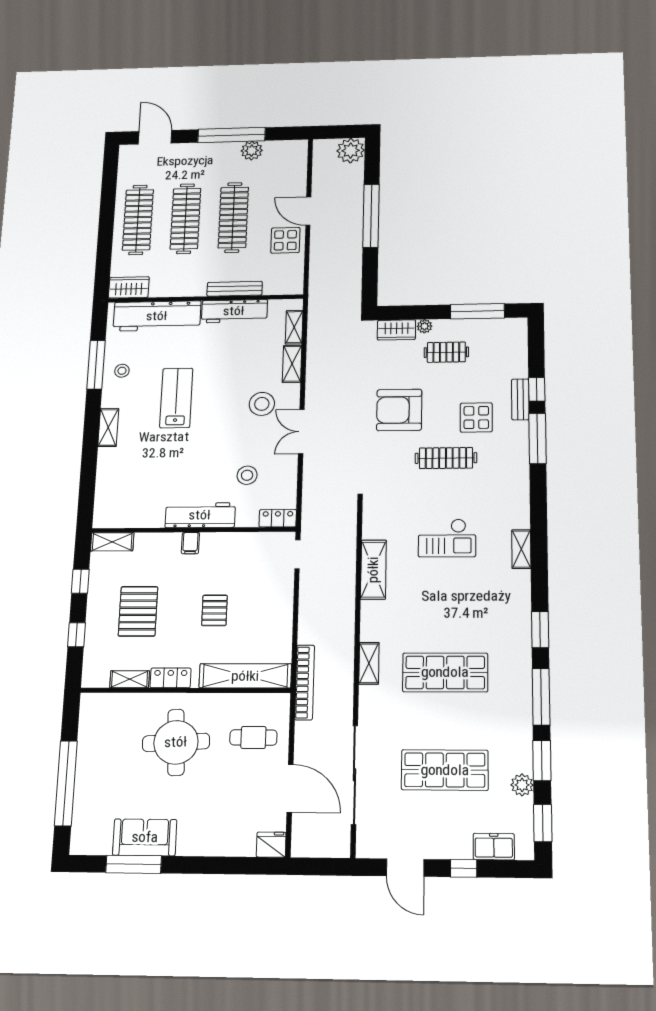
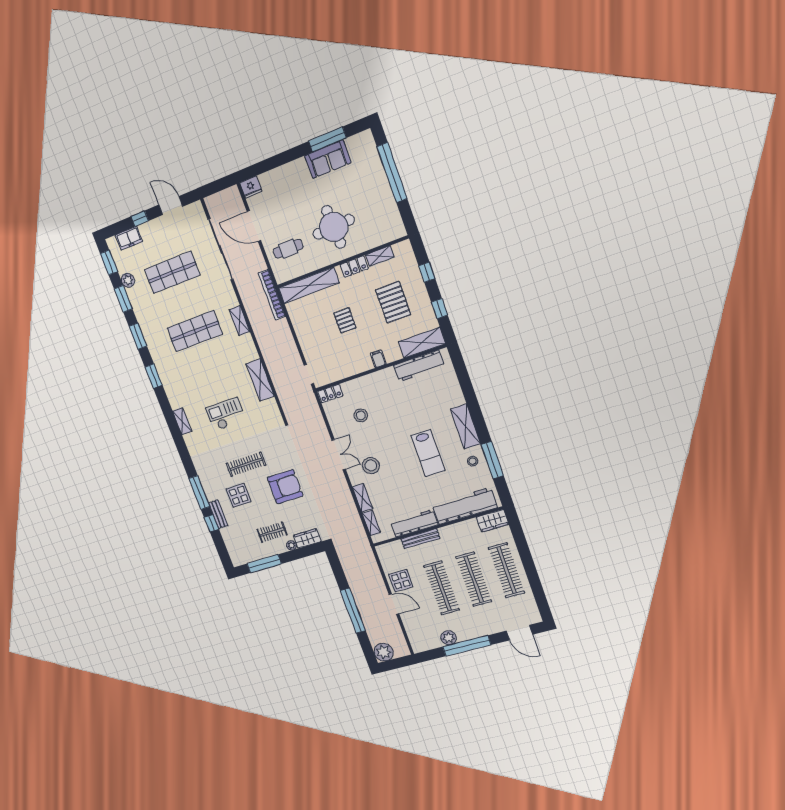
shelving: (108, 428) -> (466, 426), width x1.50, depth x1.33
workbench: (200, 515) -> (419, 366), moved
shelving: (112, 542) -> (422, 343), width x1.50, depth x1.33
window: (541, 697) -> (138, 336), width x0.69

